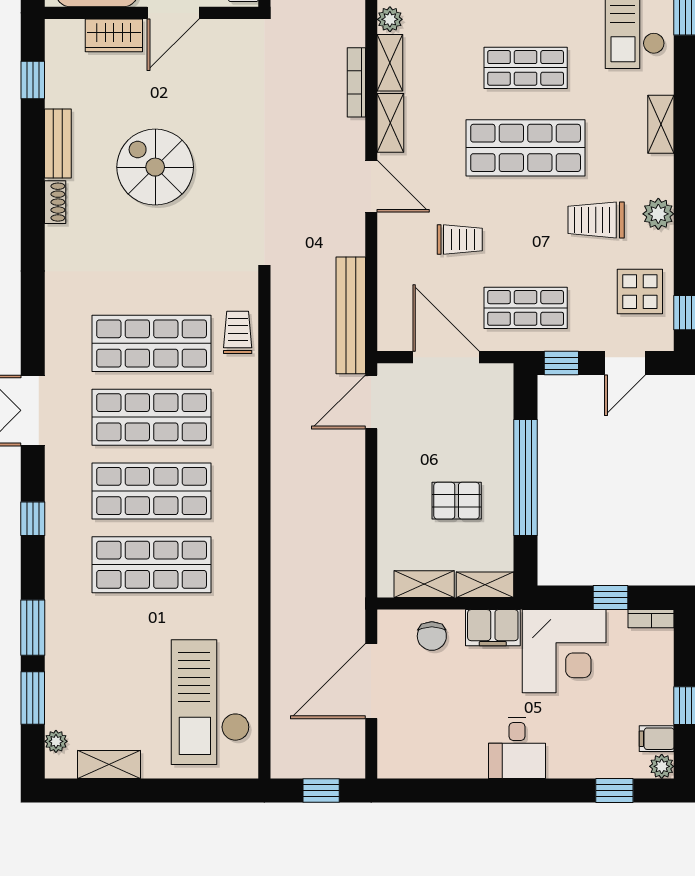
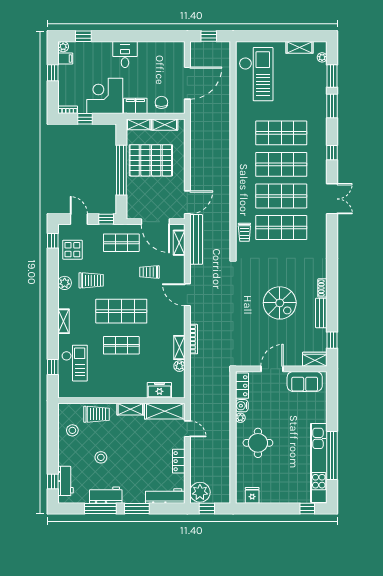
wardrobe: (114, 35) -> (315, 359), moved
shelving: (390, 123) -> (179, 243), moved
door: (625, 363) -> (79, 219), hinge flipped
pallet: (457, 501) -> (151, 160), width x2.05, depth x2.00

